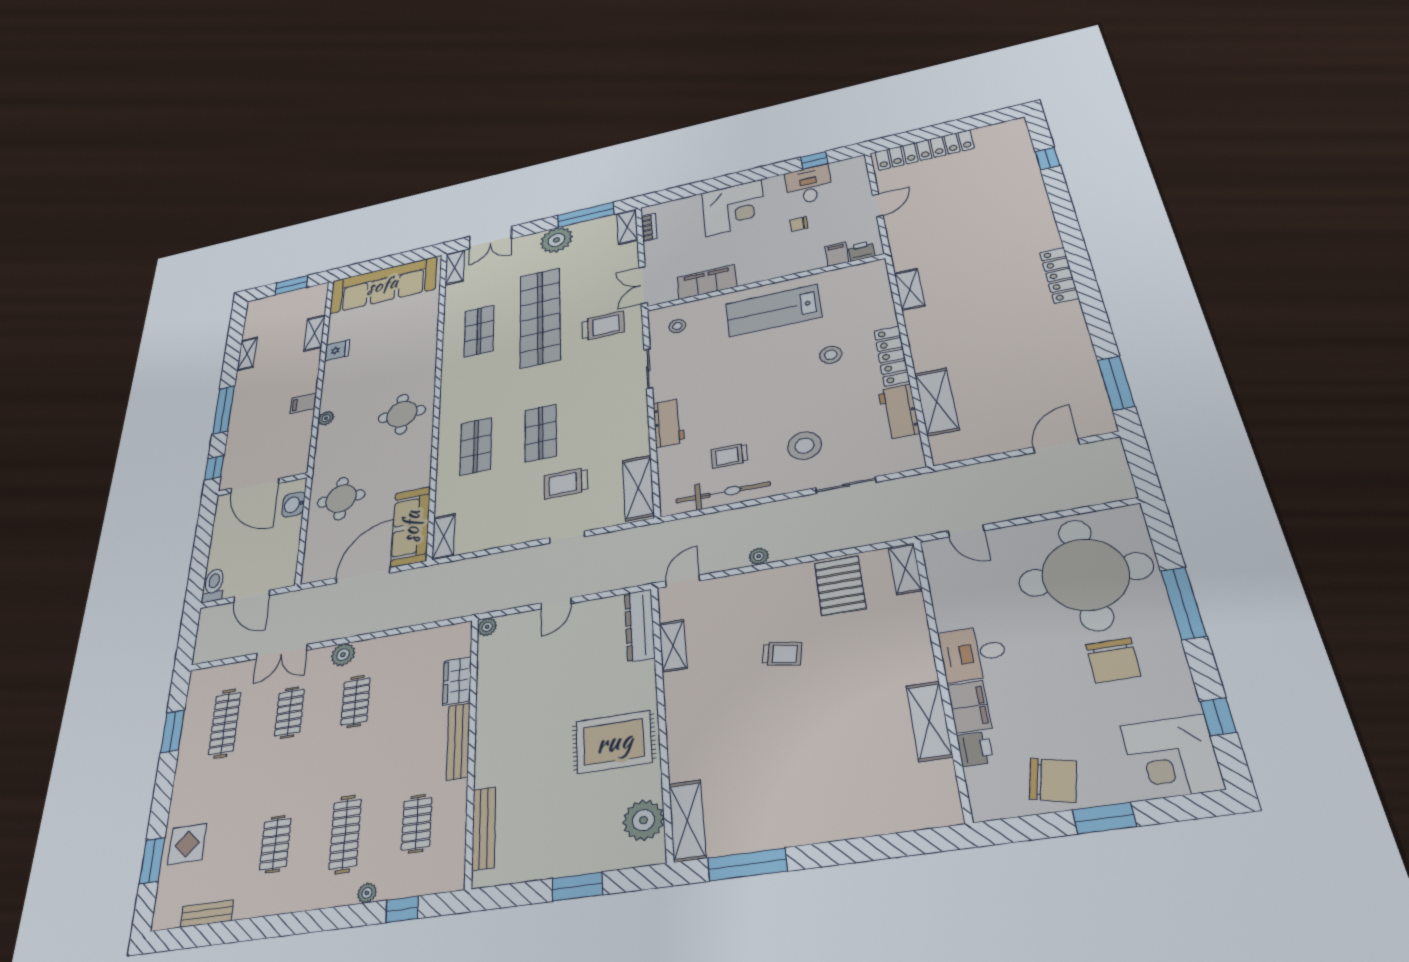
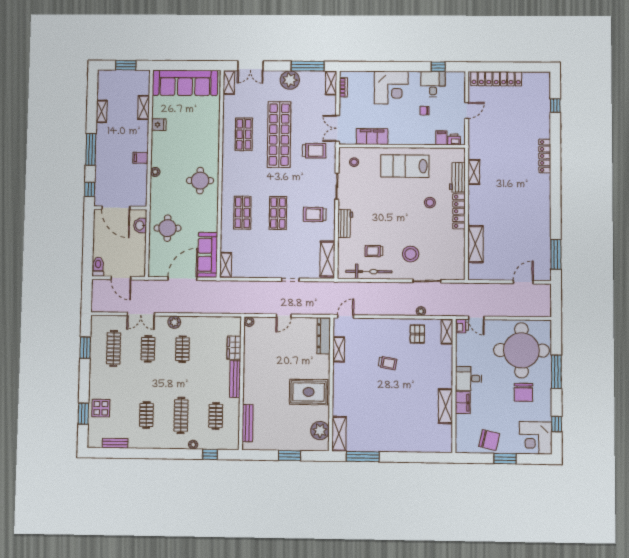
locker: (1059, 275) -> (545, 156), moved
workbench: (899, 412) -> (457, 177), moved
trolley: (566, 483) -> (315, 214), moved
plant: (759, 556) -> (421, 311), moved
pallet: (840, 586) -> (417, 334), width x0.67, depth x0.71
printer: (975, 749) -> (462, 326), moved

